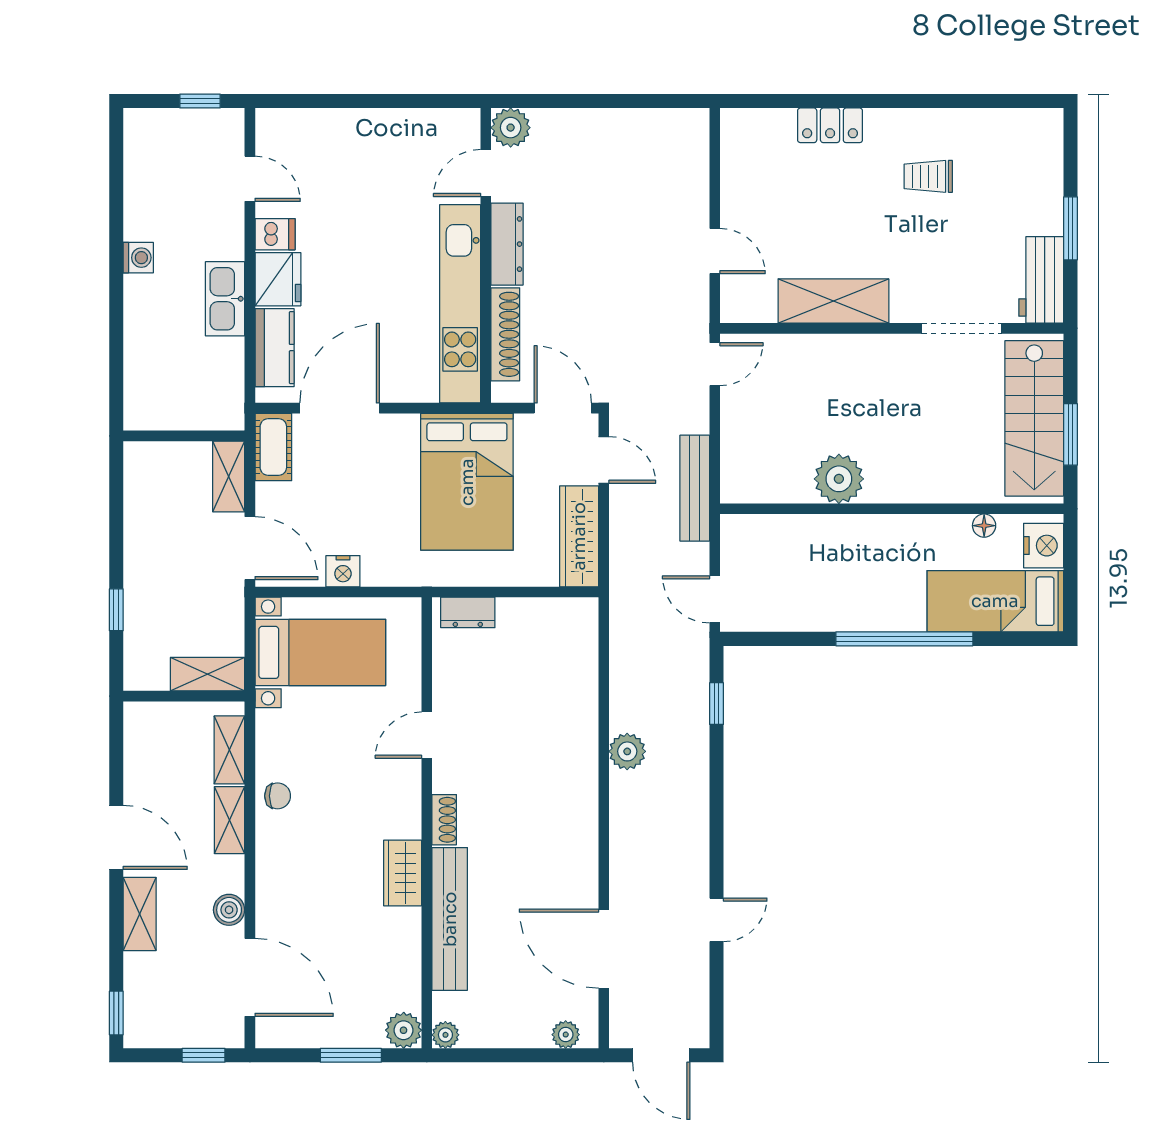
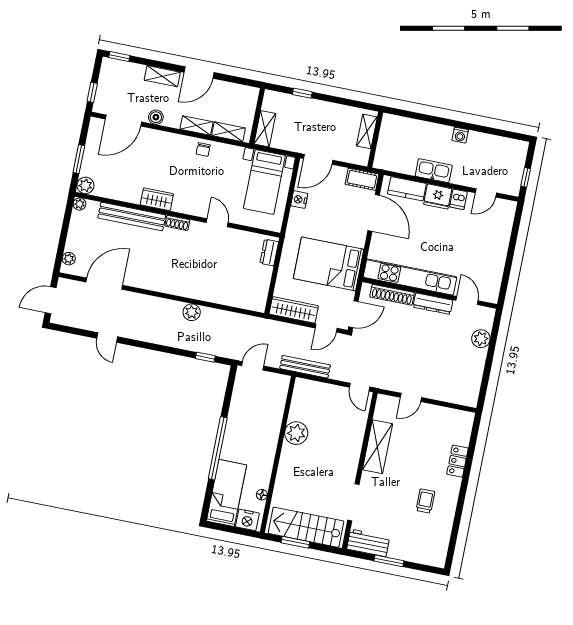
plant: (511, 128) -> (481, 339), moved
shelving: (229, 476) -> (367, 131), moved, turned 90

